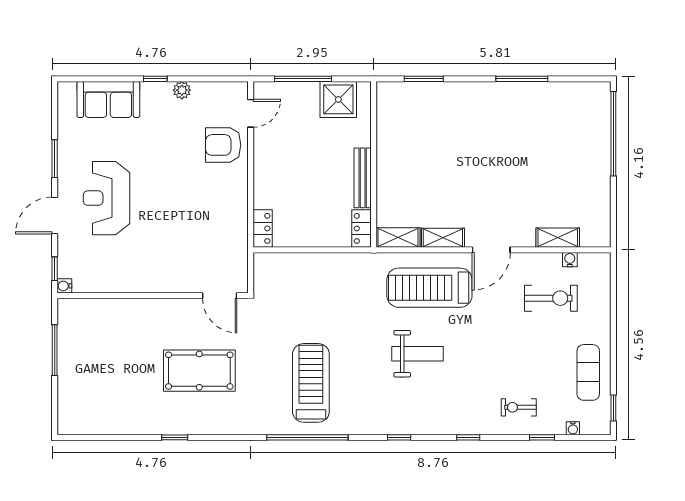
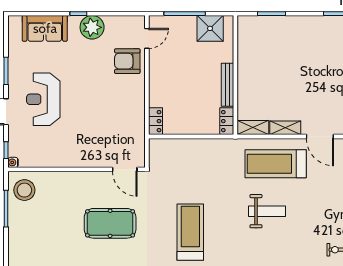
plant: (182, 90) -> (92, 27), width x1.87, depth x1.87
door: (491, 250) -> (320, 136), hinge flipped
stool: (80, 324) -> (24, 190), added

